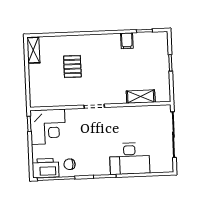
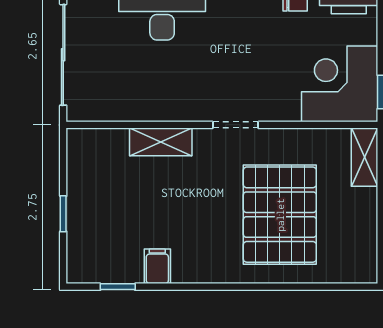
shelving: (33, 50) -> (365, 157), moved
pallet: (72, 66) -> (280, 215), width x2.05, depth x2.00
shelving: (141, 97) -> (161, 142), moved

